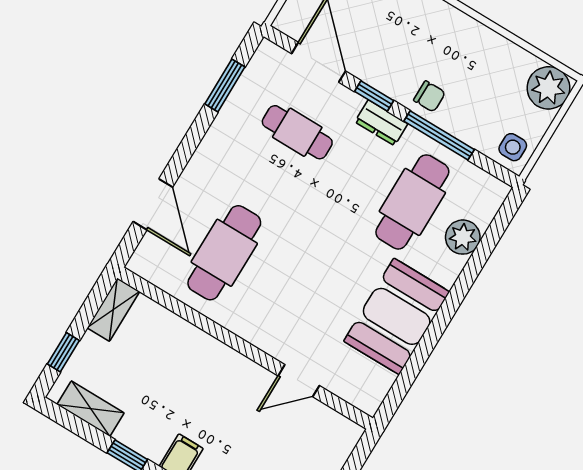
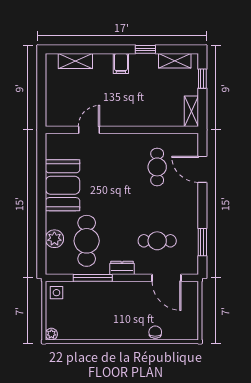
plant: (548, 88) -> (51, 334), width x0.53, depth x0.53
window: (374, 96) -> (132, 278), removed
chair: (429, 96) -> (108, 293), removed
cafe table: (224, 253) -> (157, 167), width x0.73, depth x0.74

